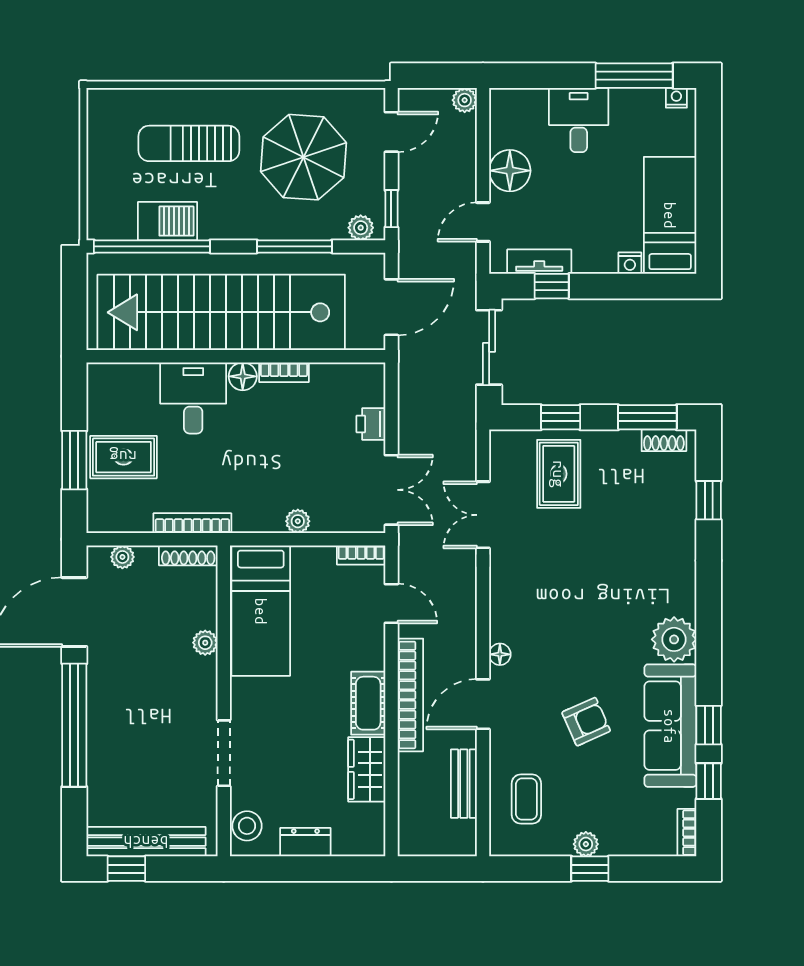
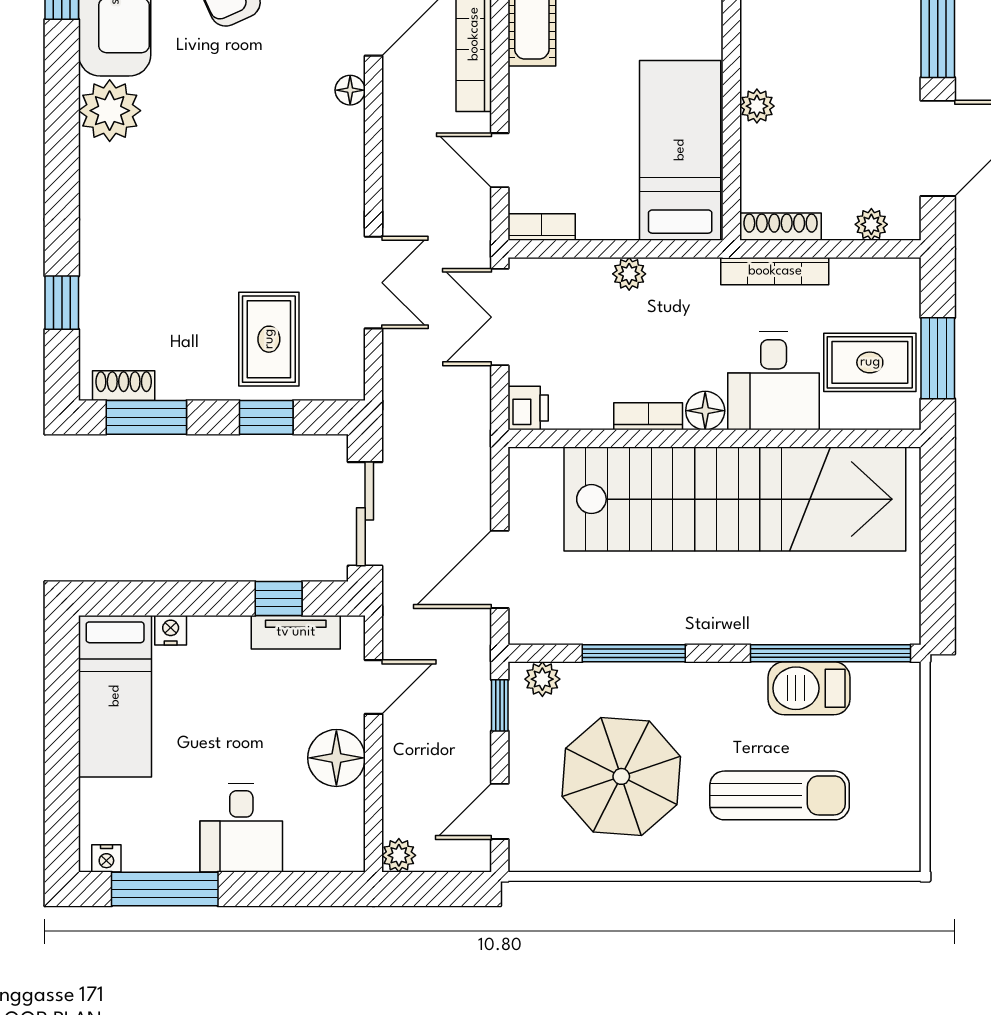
stairs: (221, 312) -> (735, 499), moved
wall: (236, 356) -> (715, 438), moved
bookcase: (284, 372) -> (648, 416), moved
floor lamp: (243, 376) -> (705, 411), moved
desk: (193, 398) -> (774, 381), moved

